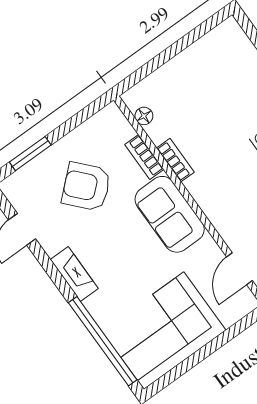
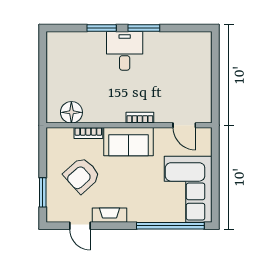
floor lamp: (144, 116) -> (71, 112), width x1.89, depth x1.89
bookcase: (175, 160) -> (140, 118), moved
fireplace: (74, 274) -> (109, 215), moved

